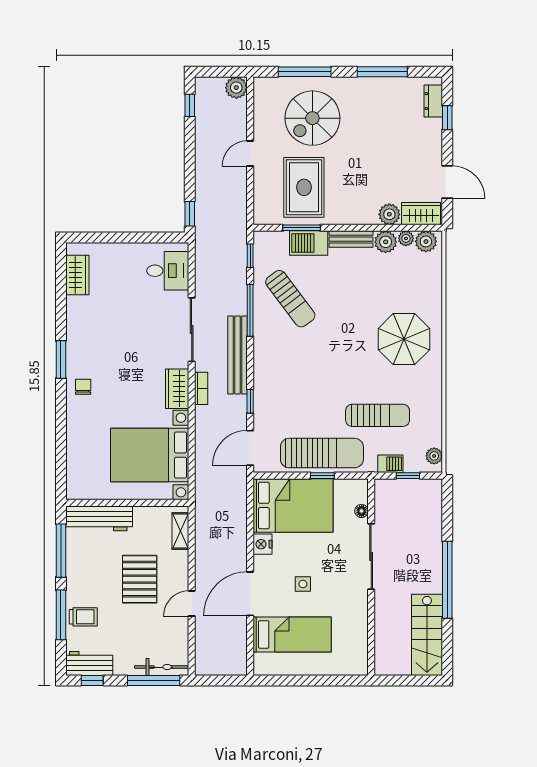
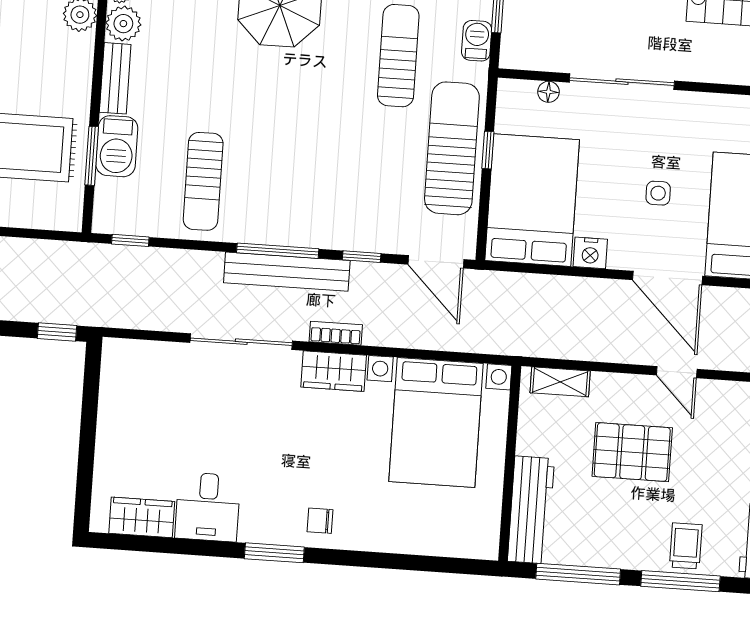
desk: (168, 271) -> (208, 507), moved, turned 180
sun lounger: (290, 299) -> (203, 181), turned 127
window: (250, 310) -> (278, 251), moved

